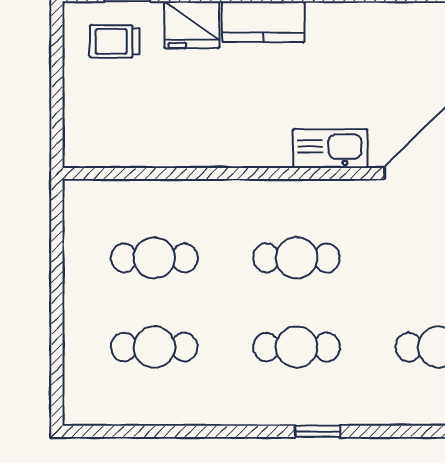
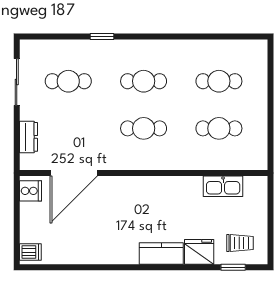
kitchen sink: (330, 148) -> (223, 186), moved
window: (318, 431) -> (102, 37), moved

